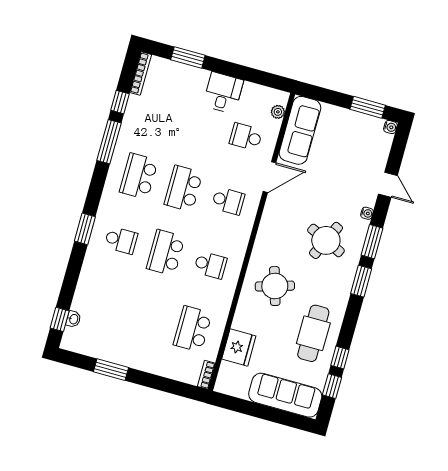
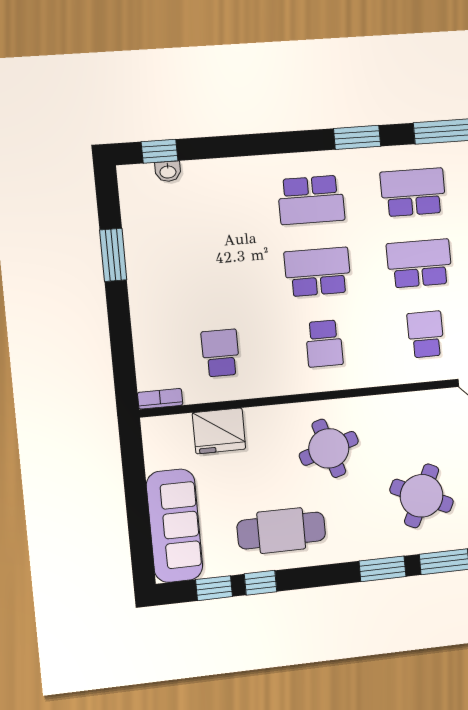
school desk: (228, 201) -> (426, 334), turned 180
window: (85, 229) -> (357, 137), moved
school desk: (121, 240) -> (311, 200), width x1.85
school desk: (193, 329) -> (221, 353), width x0.54

